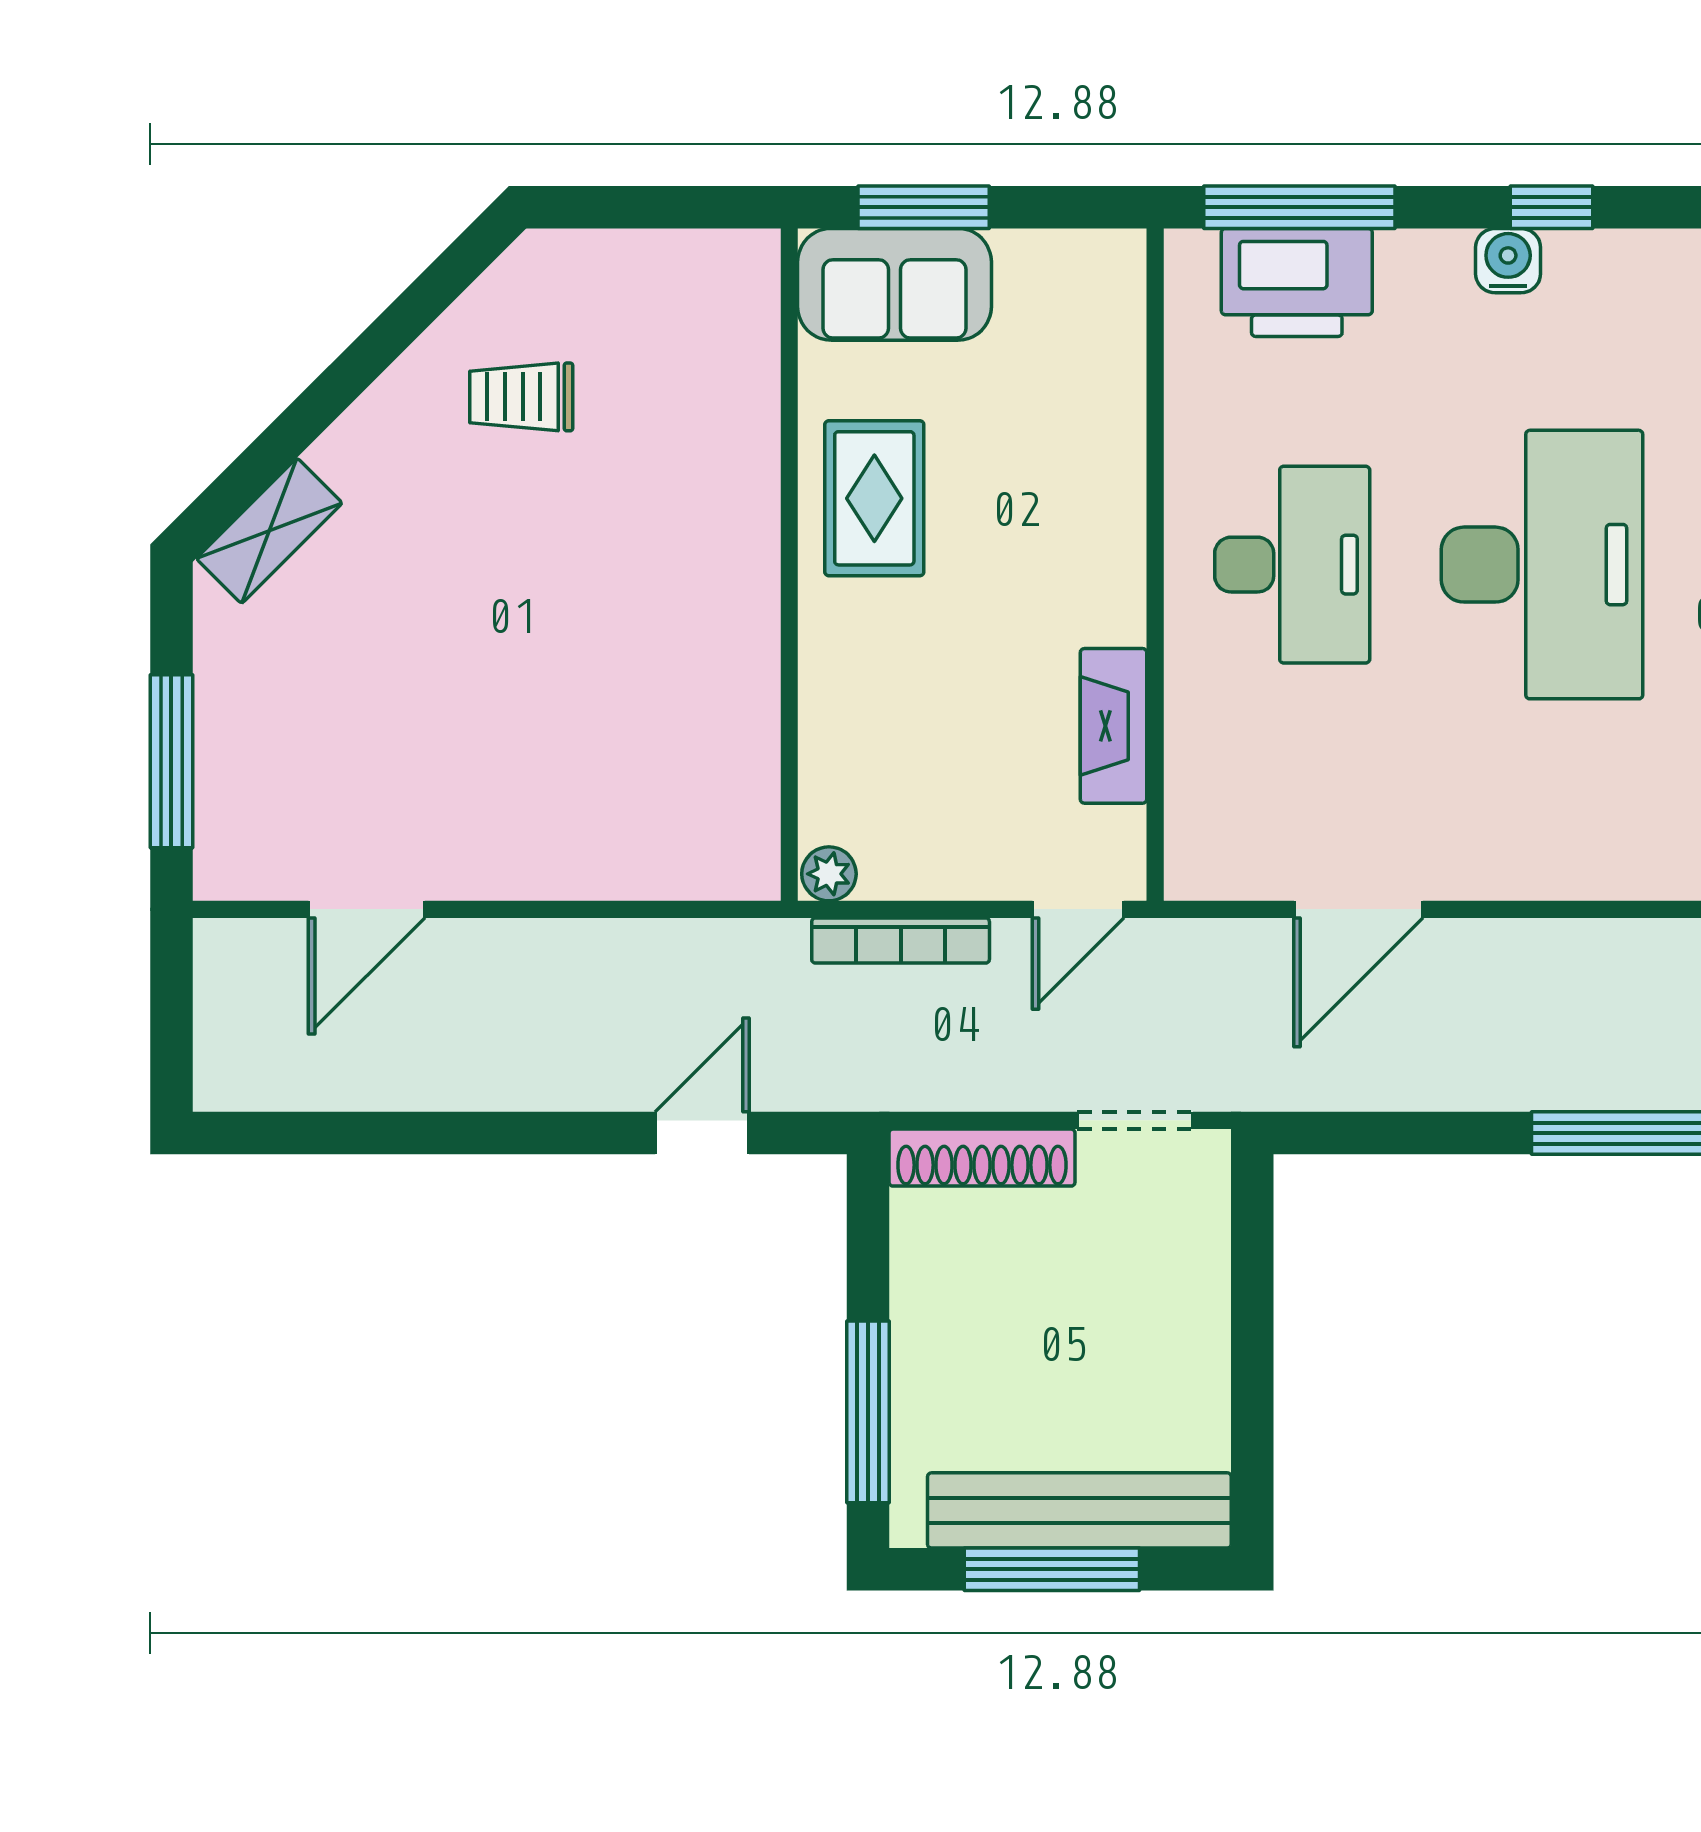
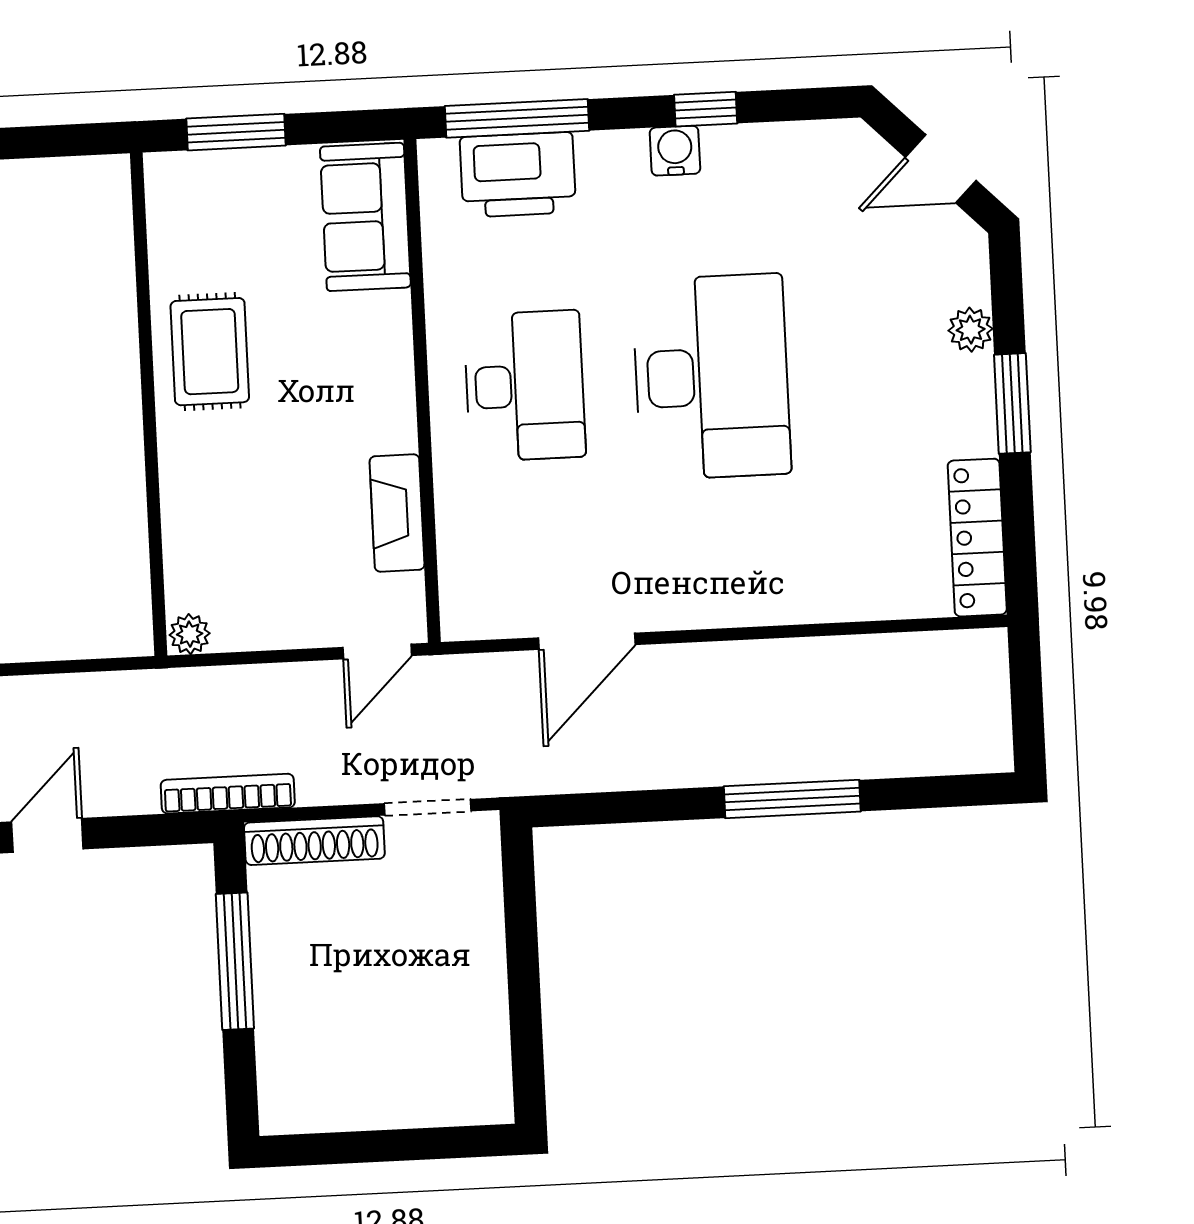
sofa: (895, 284) -> (365, 217), moved, turned 90
bookcase: (901, 941) -> (228, 794), moved, turned 180
door: (702, 1133) -> (47, 835), moved
window: (868, 1412) -> (235, 961), moved
bench: (1079, 1510) -> (400, 1101), removed
window: (1052, 1569) -> (382, 1146), removed

